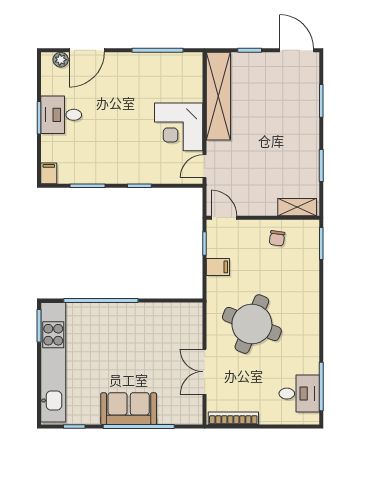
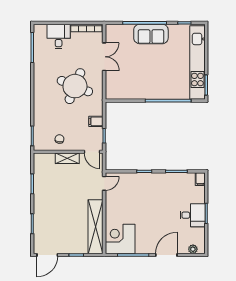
door: (87, 50) -> (166, 255), moved
door: (297, 50) -> (47, 255), hinge flipped
corner desk: (179, 127) -> (120, 239), moved, turned -90
shelving: (297, 207) -> (67, 158), moved
desk: (299, 394) -> (59, 36), moved, turned 90

